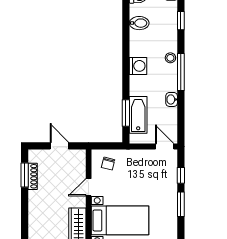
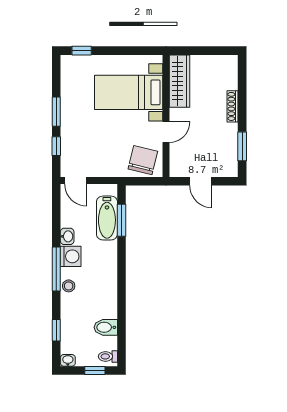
washing machine: (138, 66) -> (71, 256), moved, turned 180
chair: (108, 164) -> (143, 160), width x1.87, depth x1.87
shoe rack: (33, 176) -> (233, 106), moved

